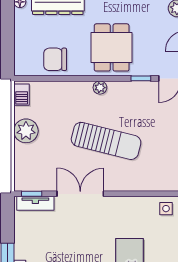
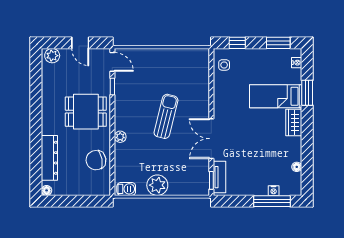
chair: (55, 59) -> (96, 160), turned 80
plant: (100, 88) -> (120, 137), moved
sun lounger: (106, 141) -> (166, 116), width x0.73, depth x0.75

